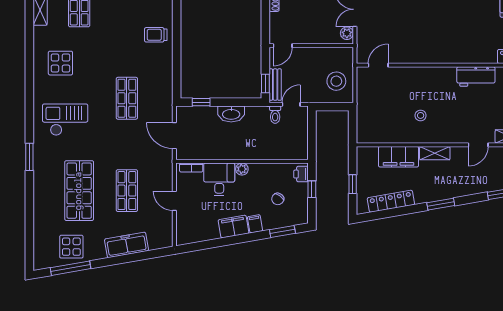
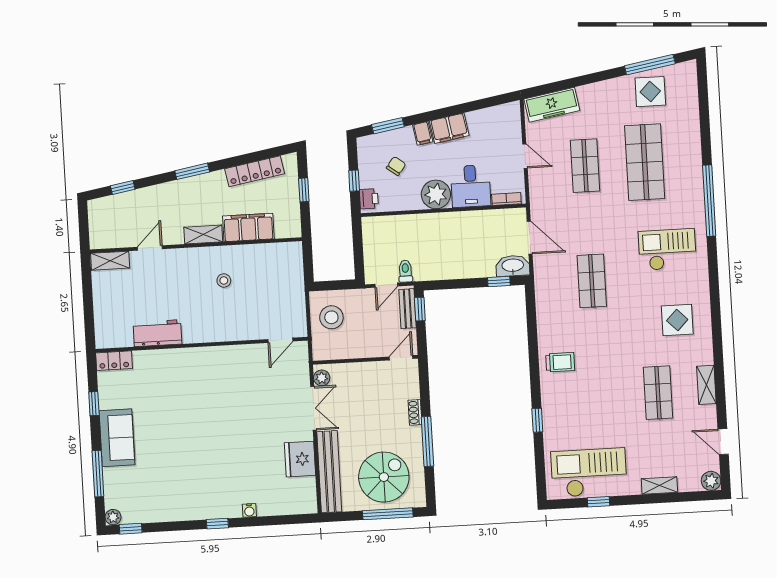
washbasin: (231, 114) -> (513, 266), moved
checkout: (65, 120) -> (667, 250), turned 180
window: (29, 157) -> (709, 201), width x2.11
plant: (242, 169) -> (436, 194), width x1.88, depth x1.88
freezer: (126, 245) -> (552, 105), moved

